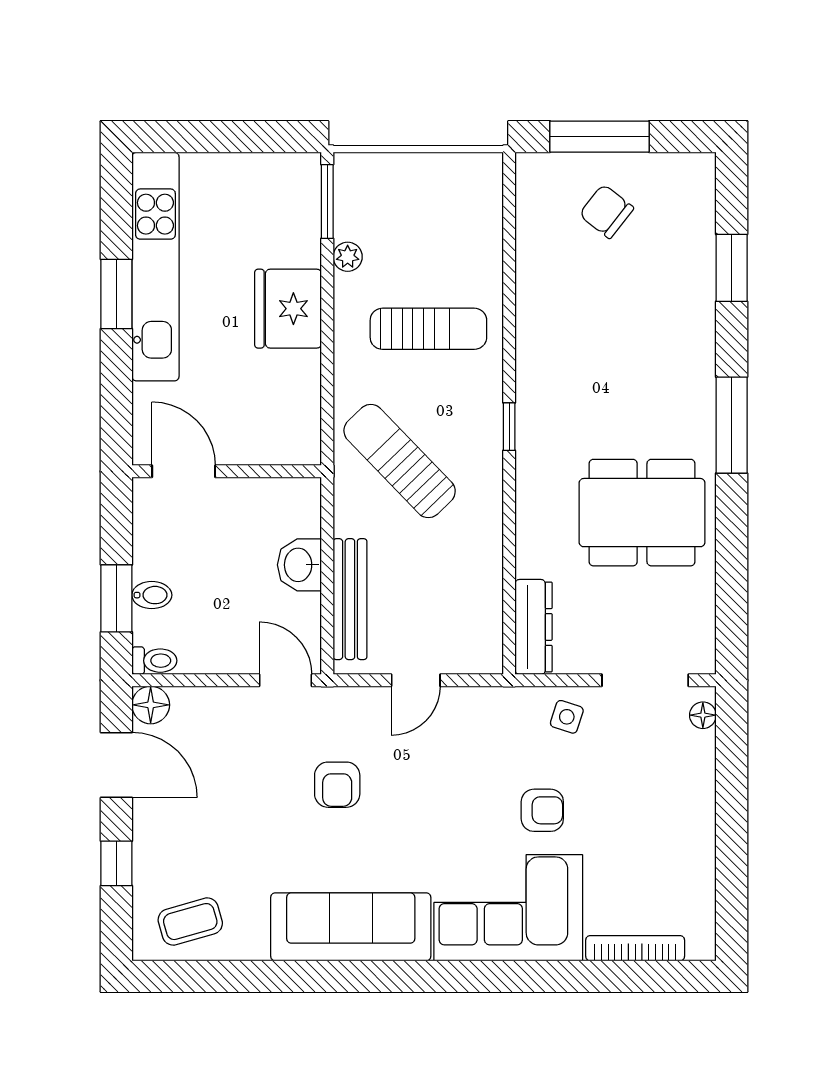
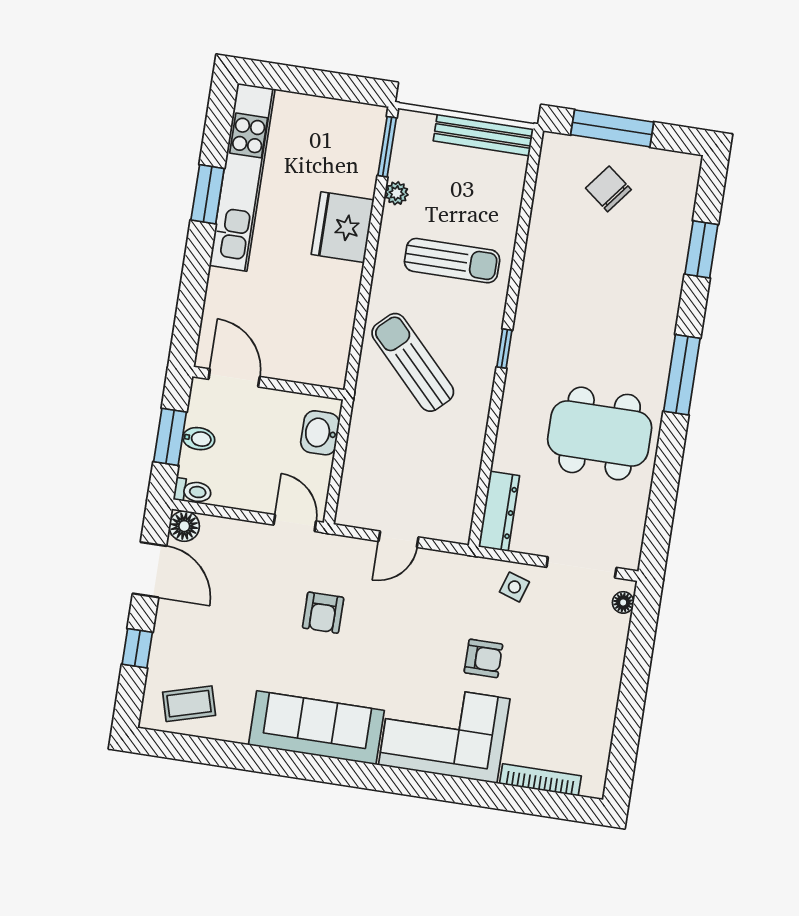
door: (184, 471) -> (234, 378), moved
wall: (227, 471) -> (268, 383), moved
bench: (350, 599) -> (483, 135), moved, turned 90

